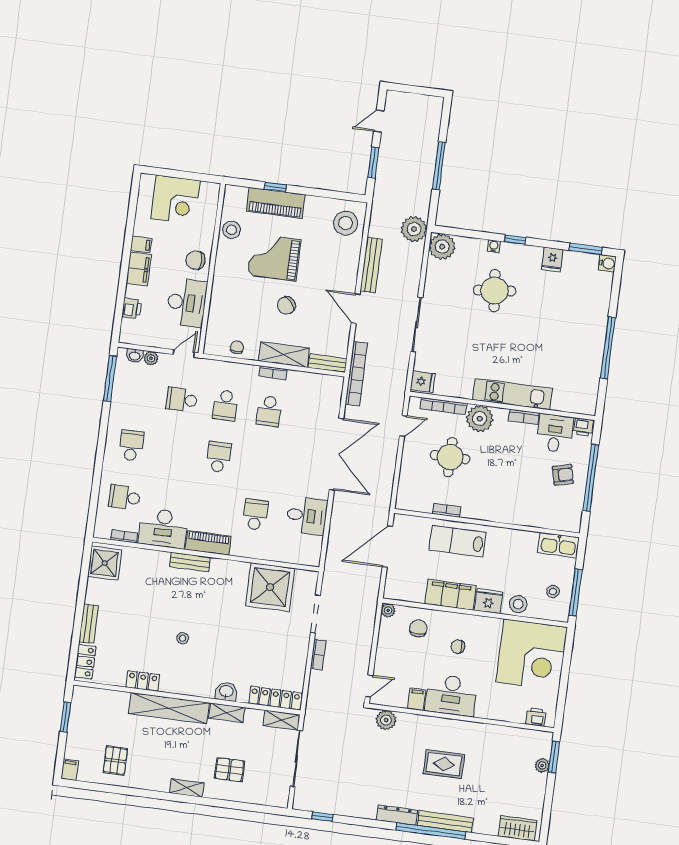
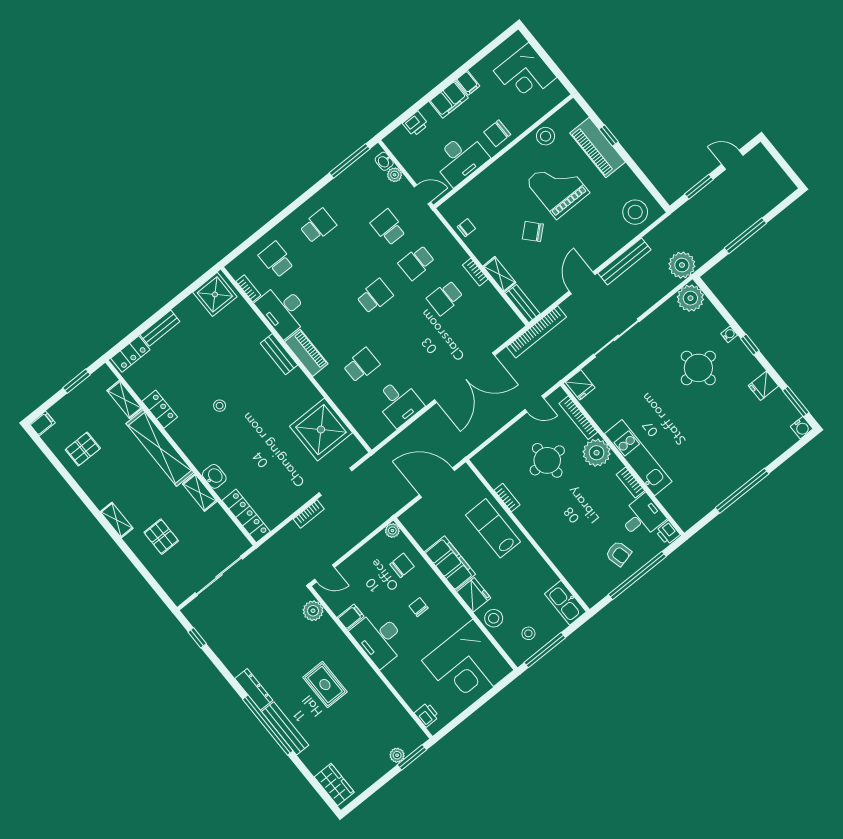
chair: (196, 260) -> (497, 133), turned -90
shelving: (284, 355) -> (499, 274), width x0.67, depth x0.75
shelving: (282, 720) -> (124, 399), moved

